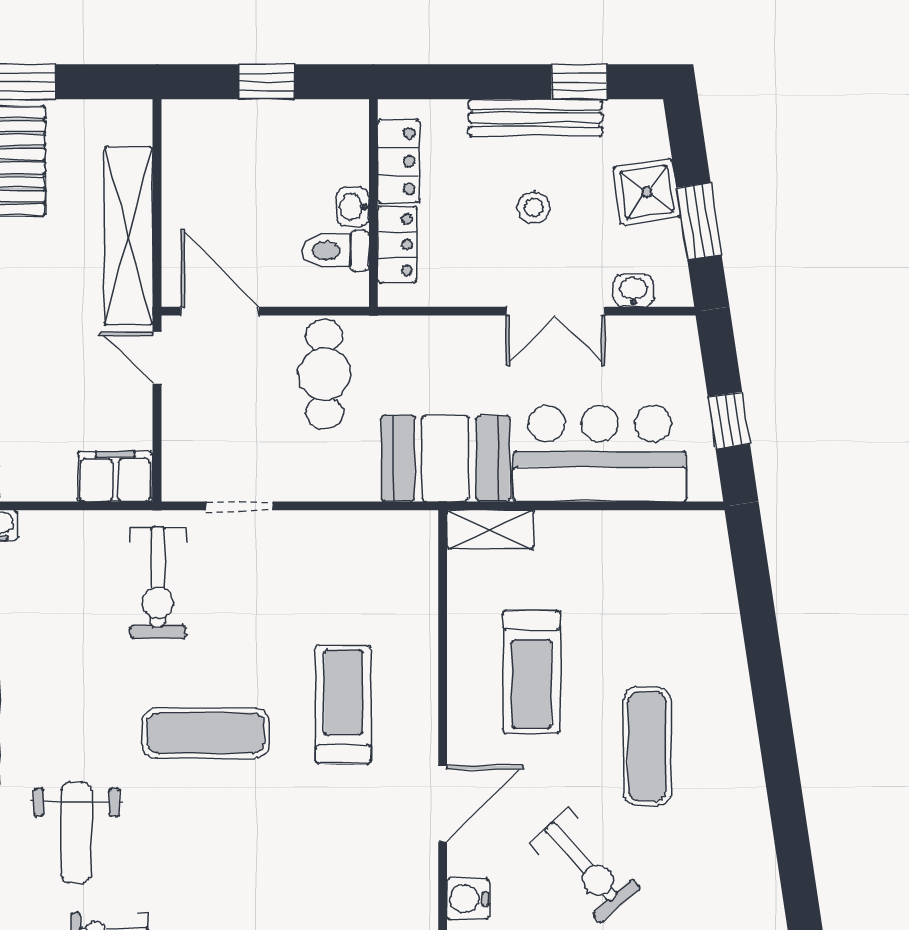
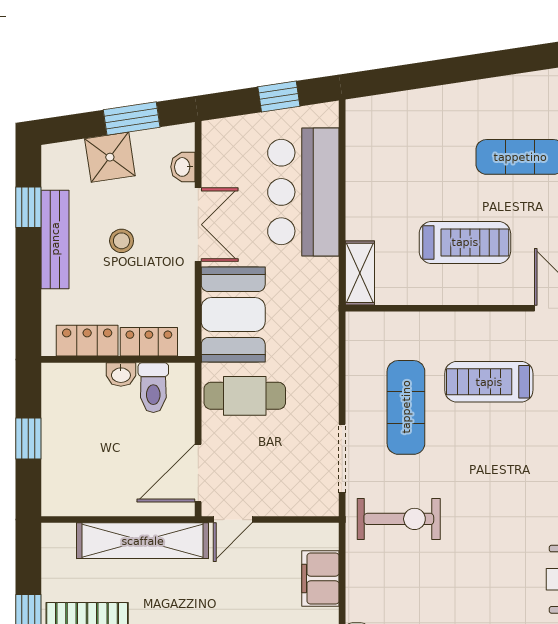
booth: (445, 458) -> (233, 314), moved
filing cabinet: (115, 476) -> (320, 578), moved
doorway: (240, 506) -> (342, 458), width x1.38
exercise mat: (206, 733) -> (406, 407), moved

